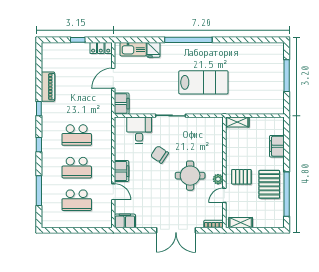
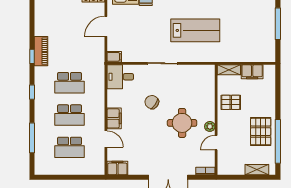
piano: (48, 87) -> (41, 51), moved
filing cabinet: (122, 104) -> (114, 57), width x0.50
desk: (139, 130) -> (120, 77), moved, turned -90
filing cabinet: (277, 146) -> (252, 72), moved, turned -90
pallet: (241, 177) -> (231, 102), moved
shelving: (241, 223) -> (257, 170), moved

